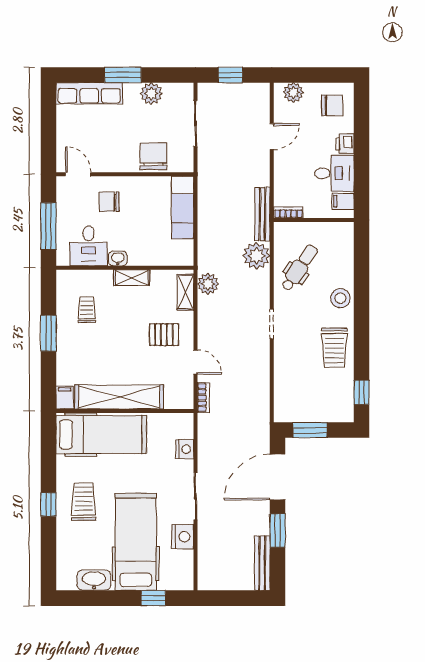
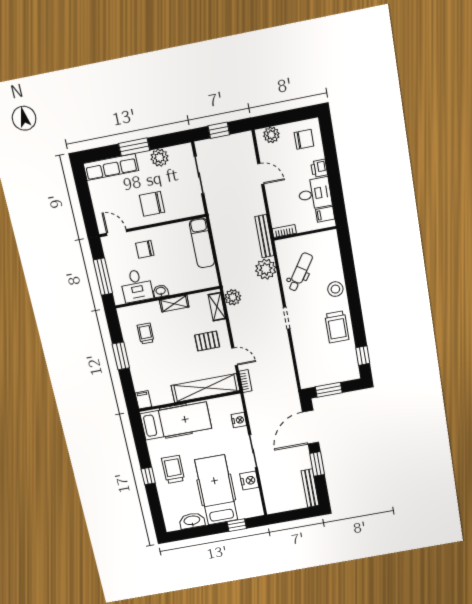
door: (272, 137) -> (261, 174), hinge flipped
chair: (153, 156) -> (152, 204), moved, turned -90
shelving: (119, 397) -> (205, 388), moved

